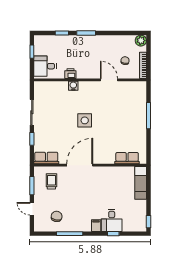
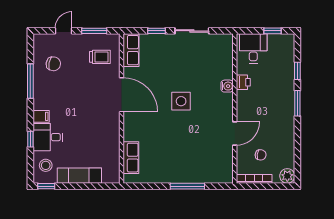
exam couch: (141, 183) -> (79, 176), moved
stool: (133, 222) -> (46, 165), added

